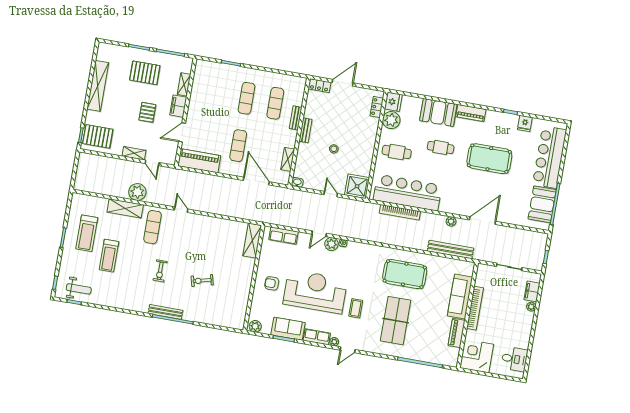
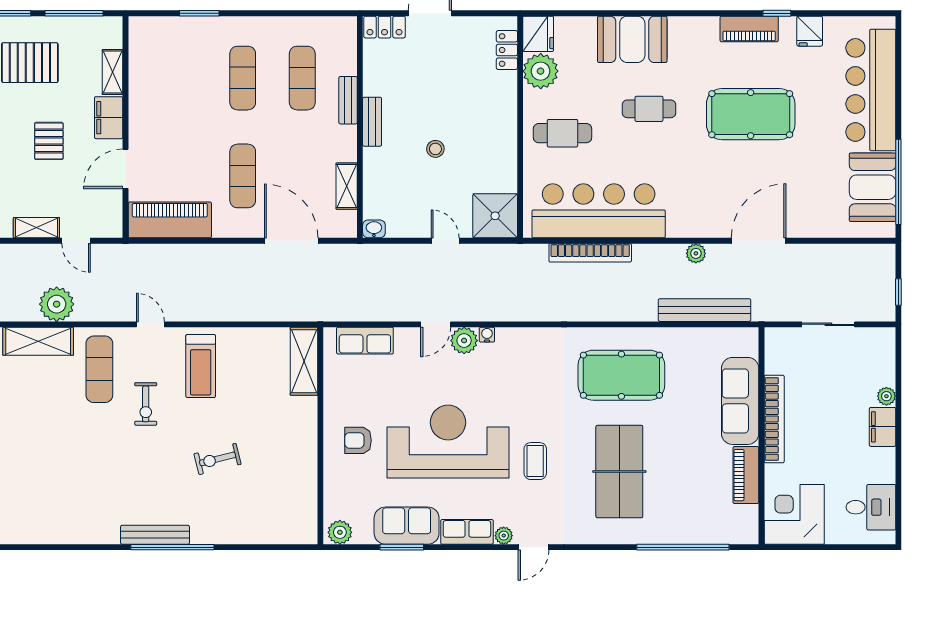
piano: (471, 113) -> (749, 29), moved
treadmill: (109, 256) -> (201, 366), moved
exercise bike: (160, 271) -> (146, 404), moved
filing cabinet: (532, 291) -> (883, 427), moved

